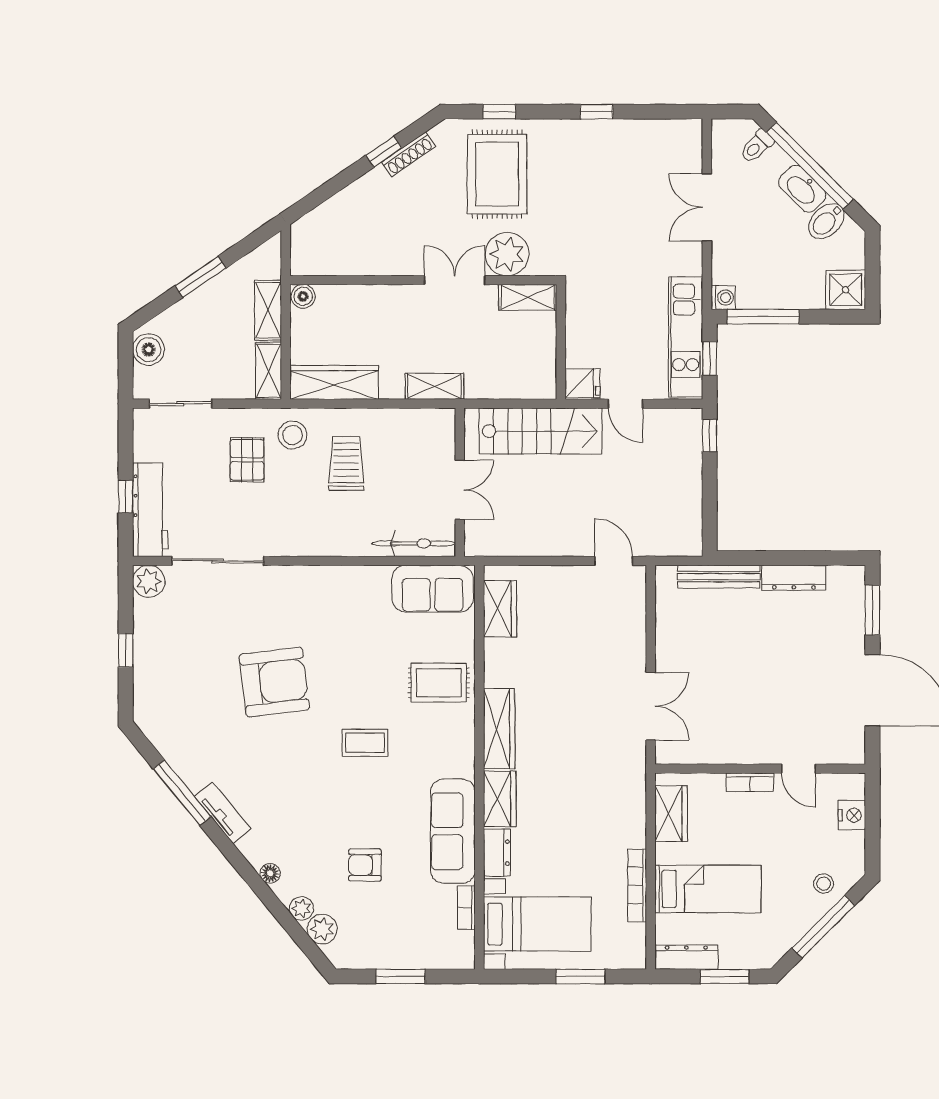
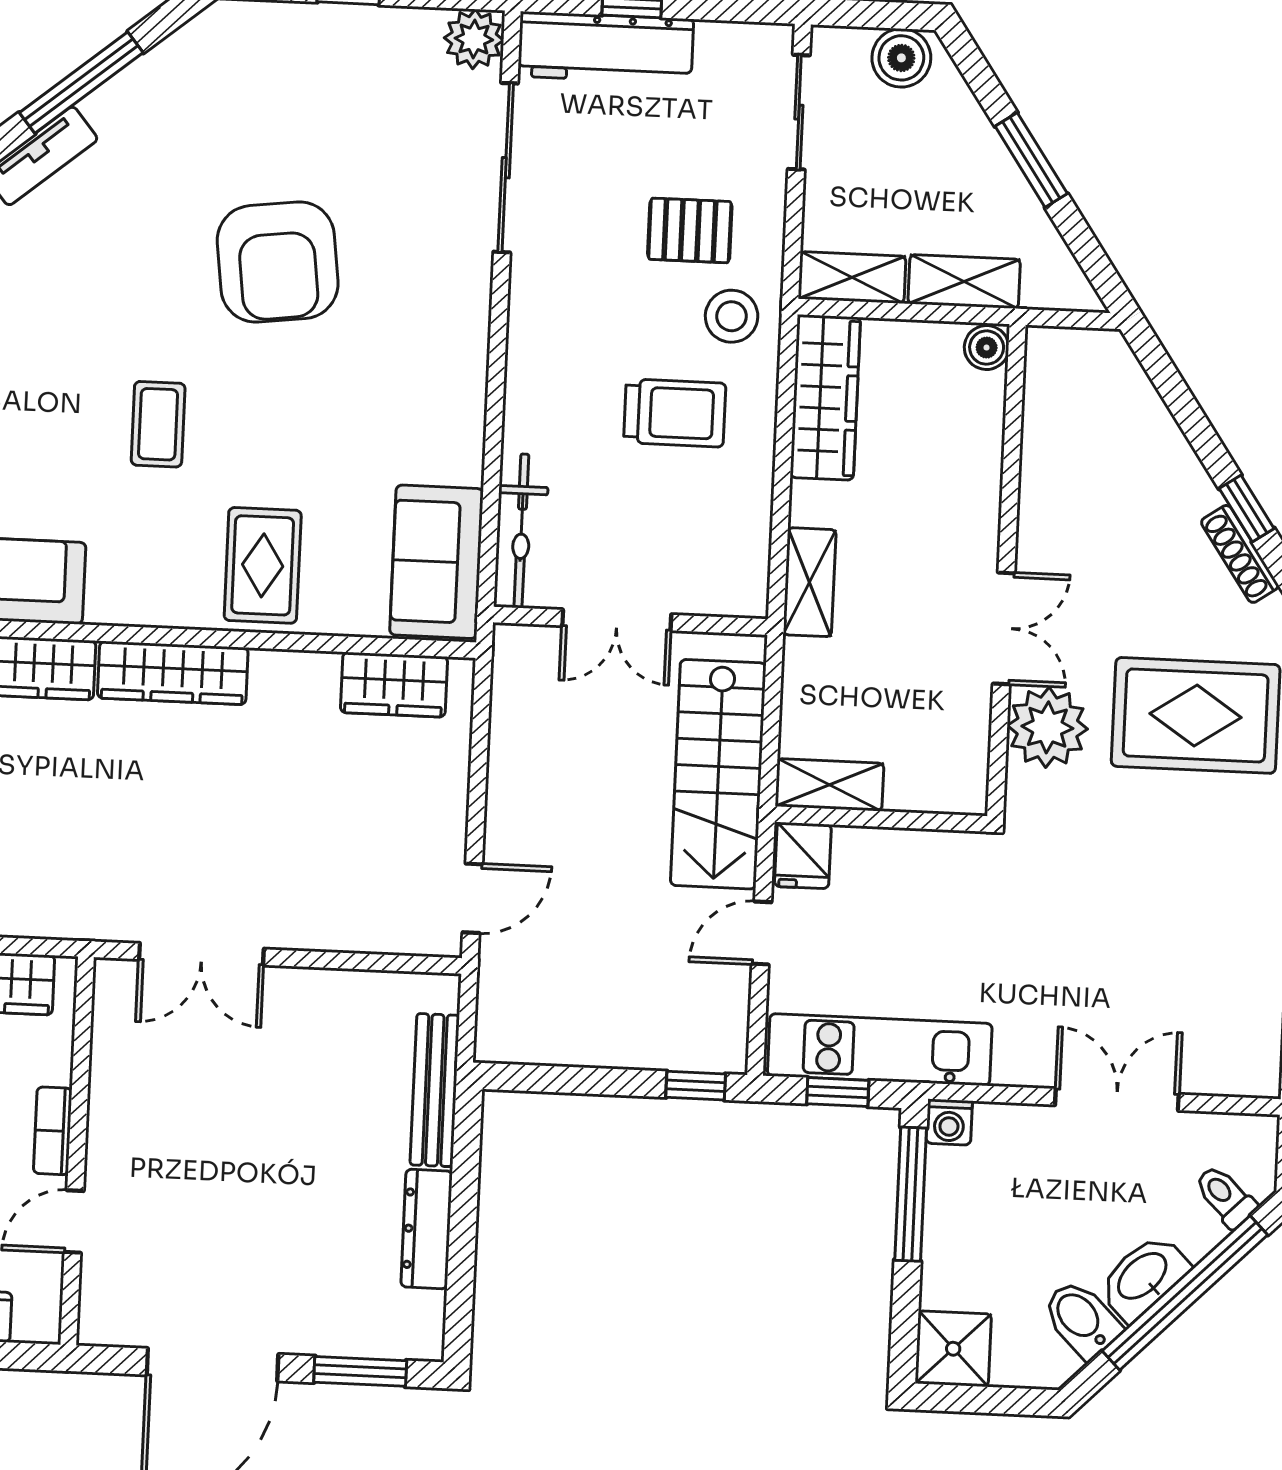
shelving: (528, 297) -> (830, 785), moved, turned 90

